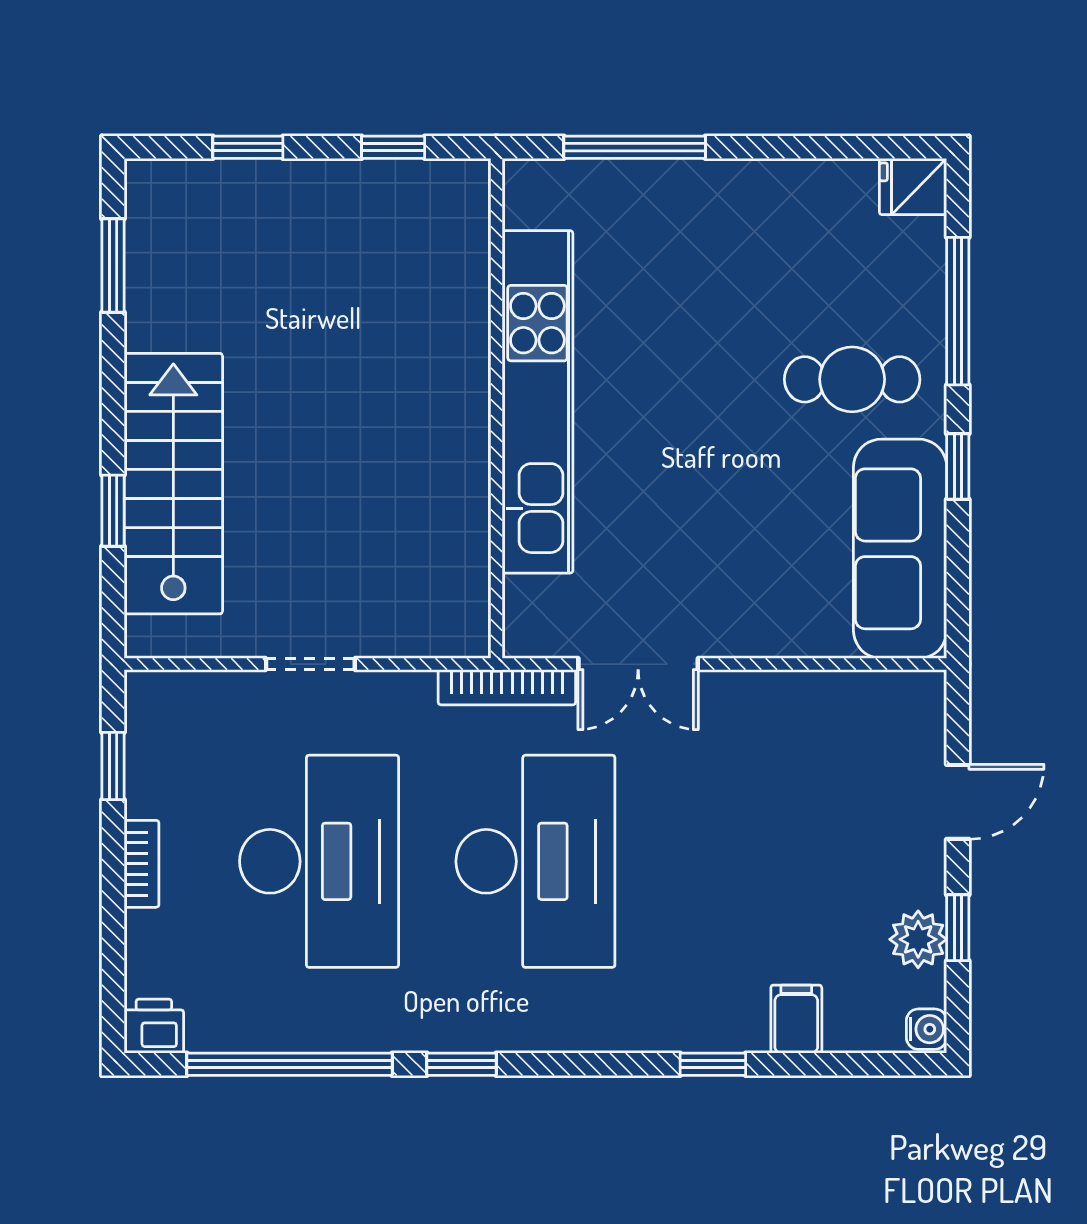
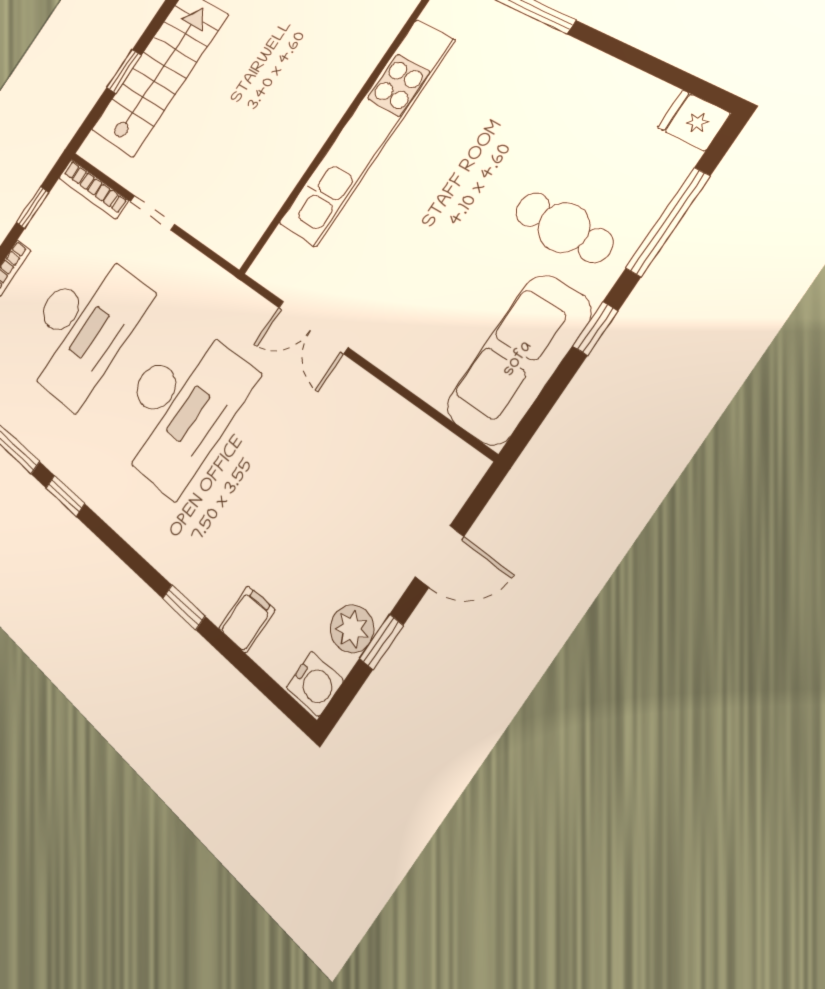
bookcase: (507, 687) -> (93, 189), moved
water cooler: (926, 1029) -> (315, 684), width x1.38, depth x1.38

